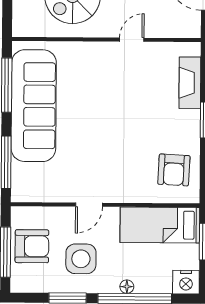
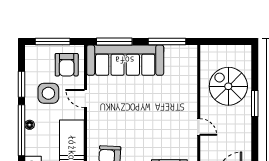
sofa: (34, 106) -> (125, 60), moved
armchair: (32, 246) -> (67, 65), moved

